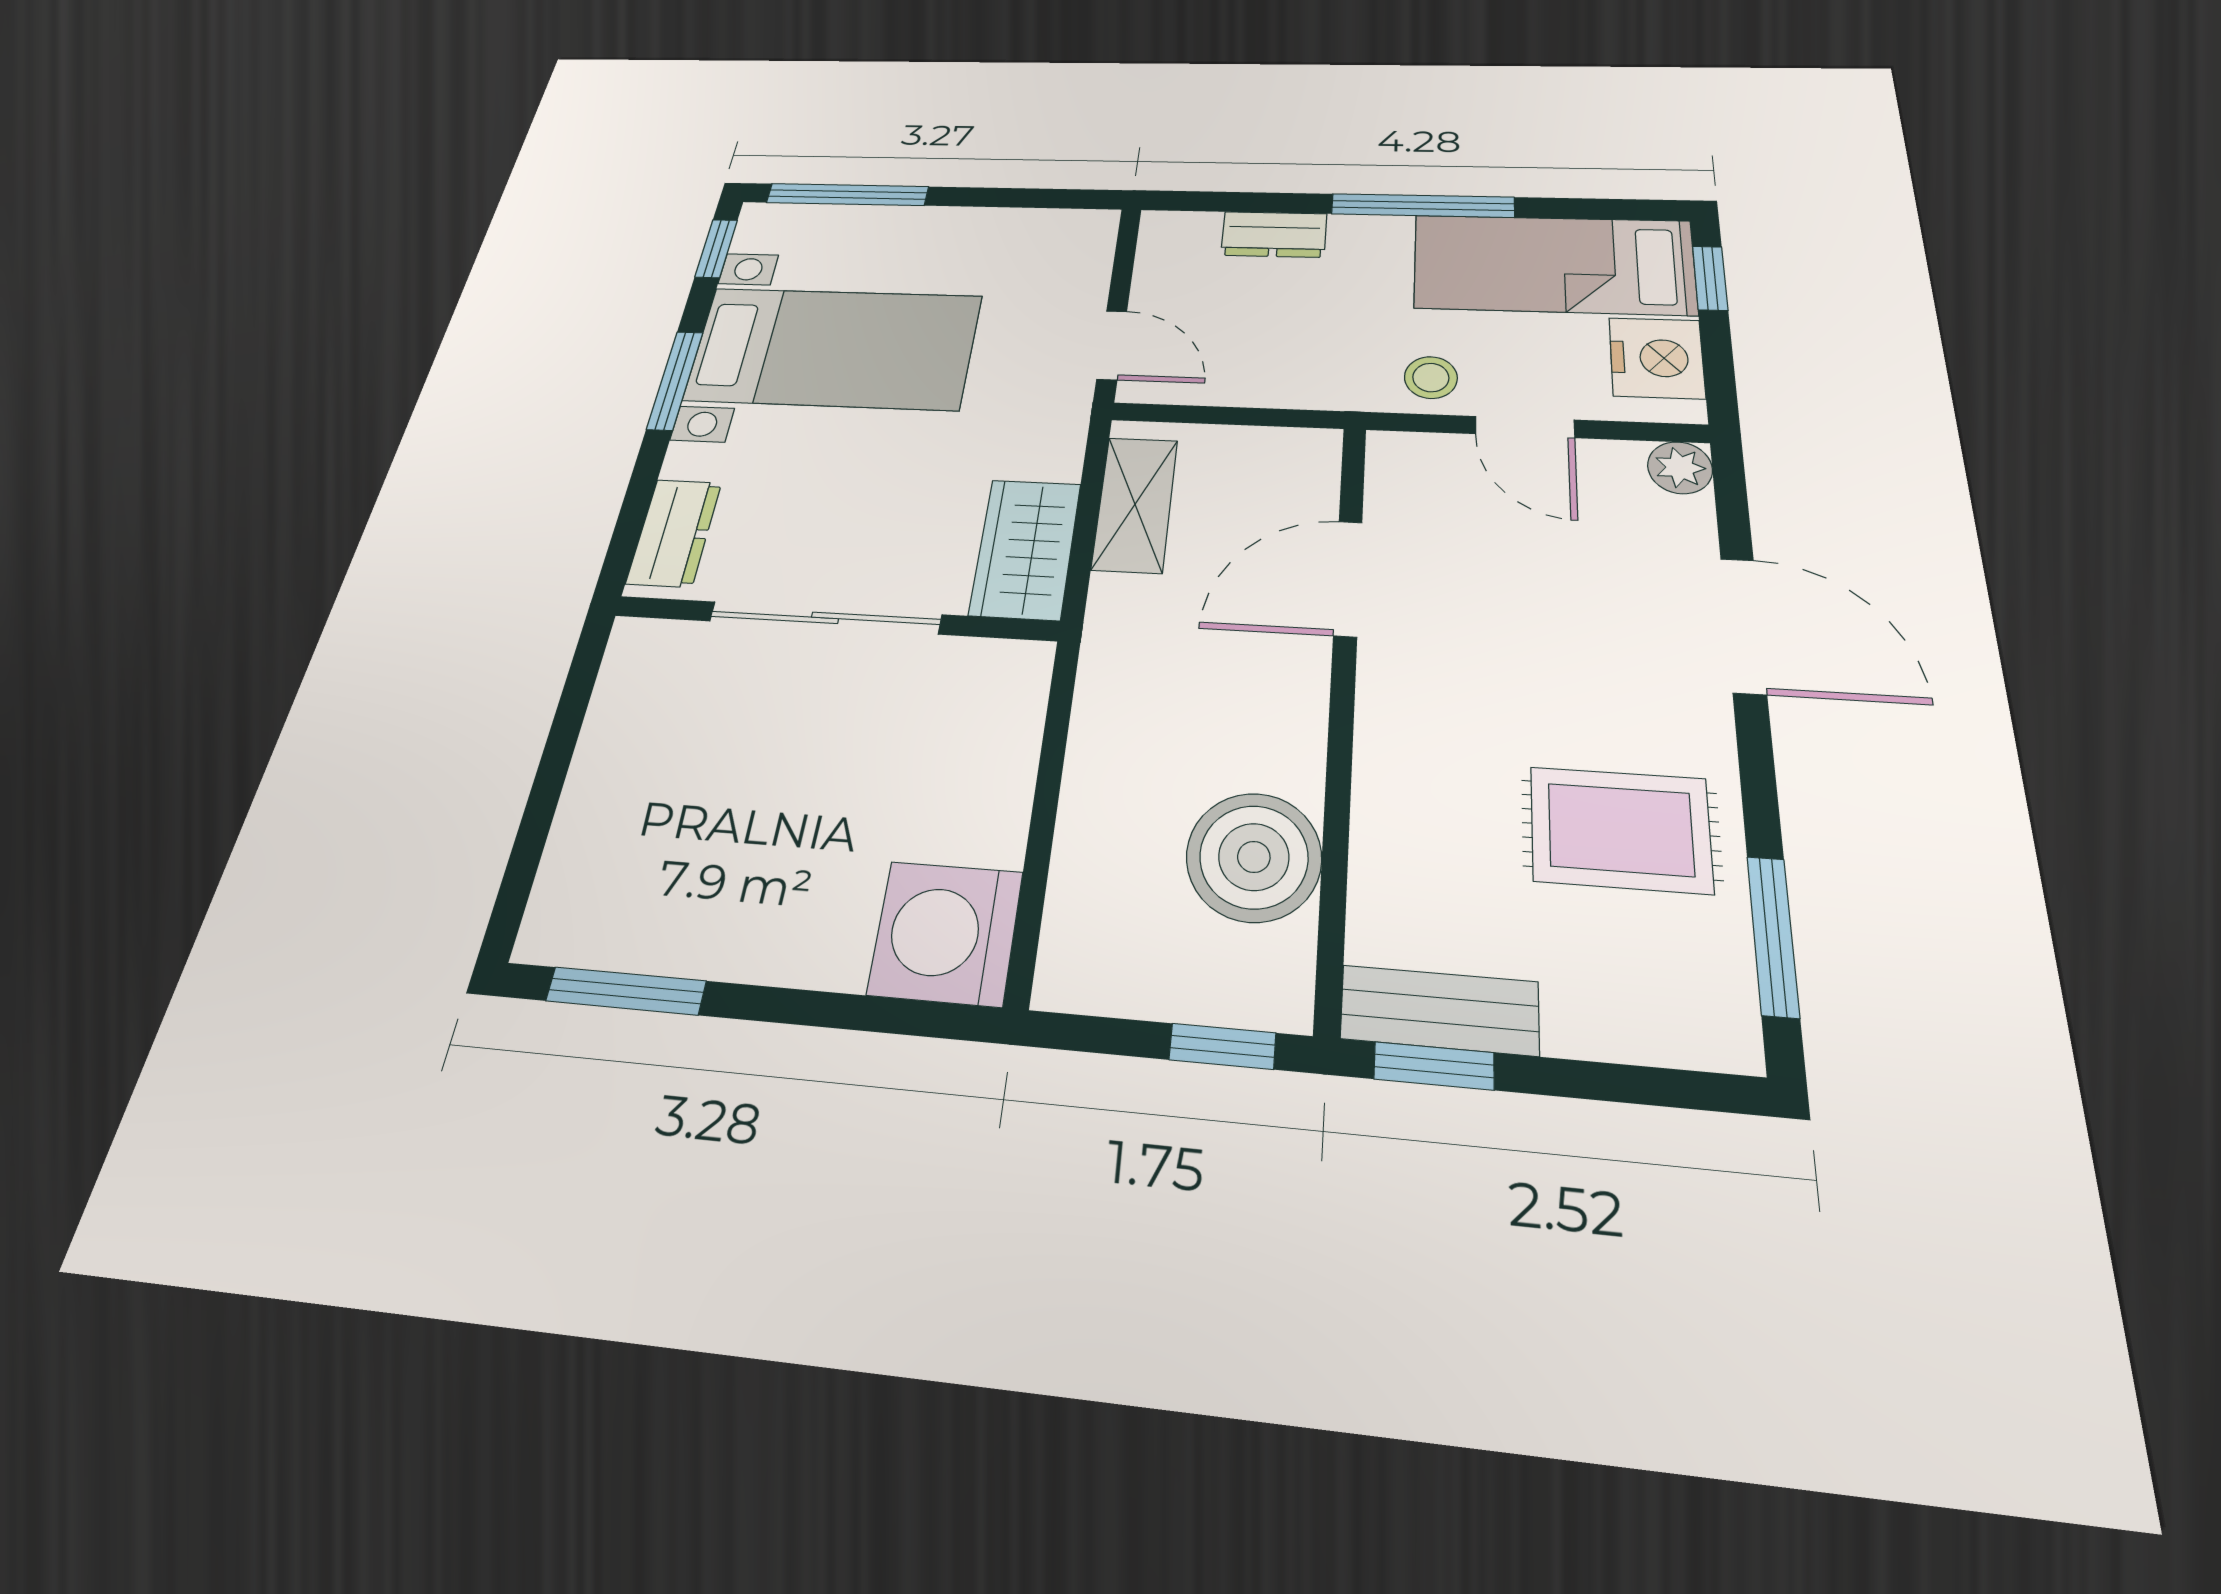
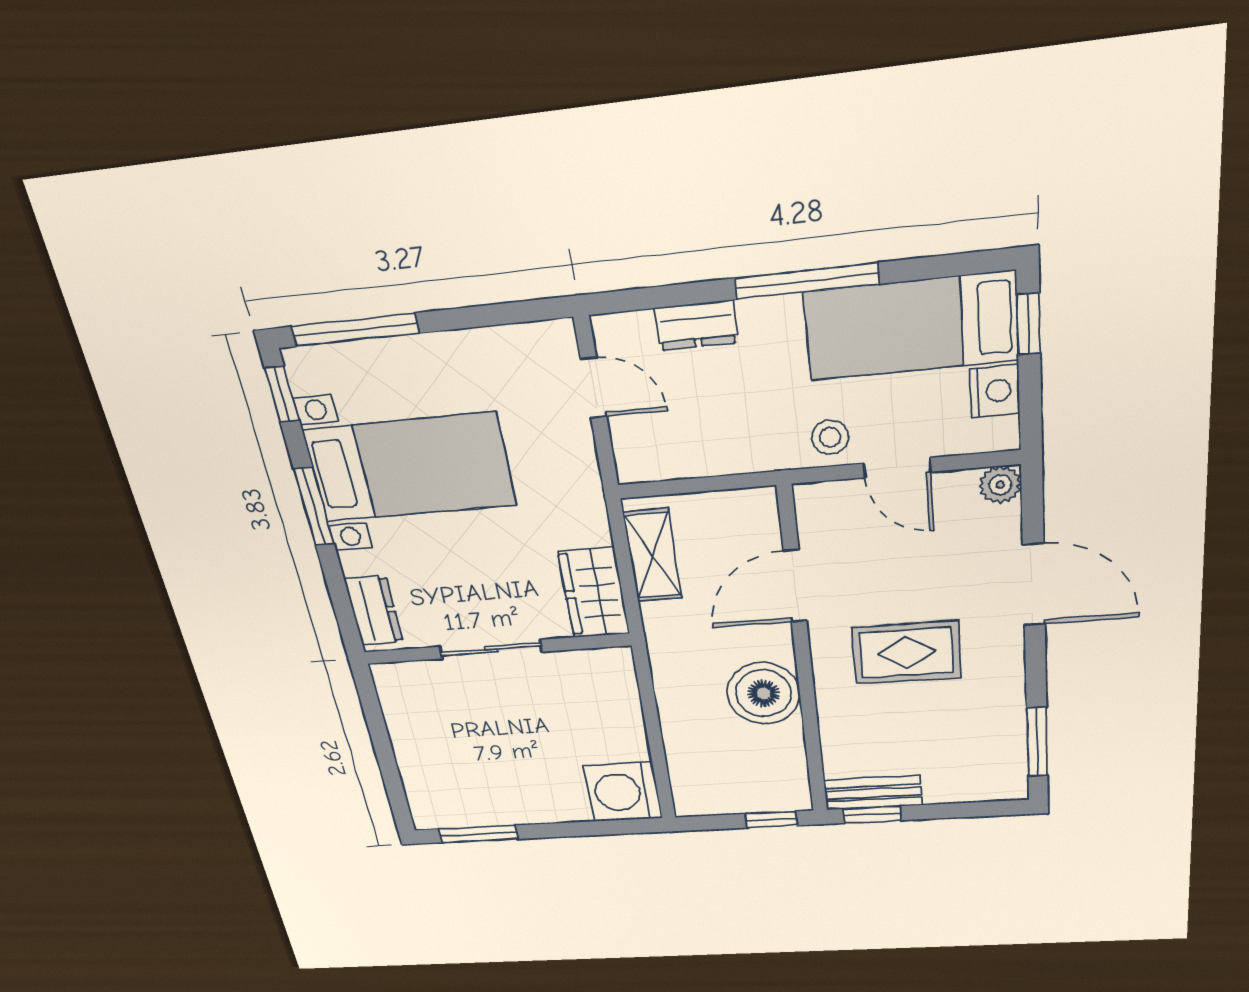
door: (1112, 345) -> (594, 388), moved
nightstand: (1657, 358) -> (995, 391), width x0.74, depth x0.75
sliding door: (825, 618) -> (491, 649), width x0.73
rug: (1620, 830) -> (906, 653), moved
boiler: (1254, 857) -> (764, 693), moved

